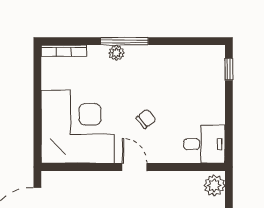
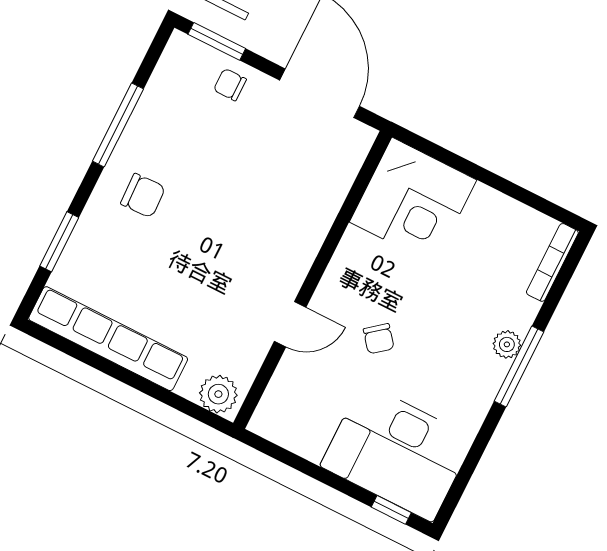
corner desk: (78, 127) -> (413, 201), width x0.74, depth x0.74
desk: (204, 144) -> (397, 452), moved, width x1.87, depth x1.30
door: (134, 167) -> (290, 324), moved

